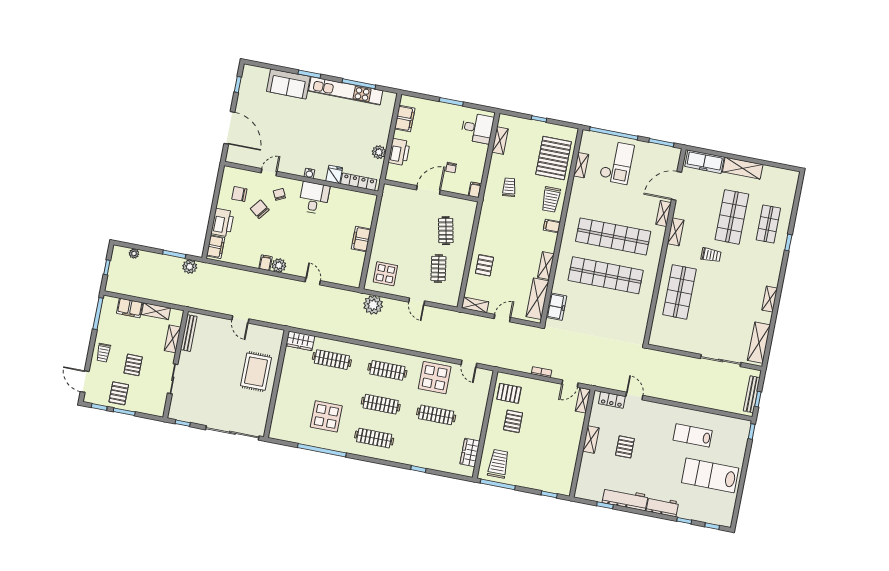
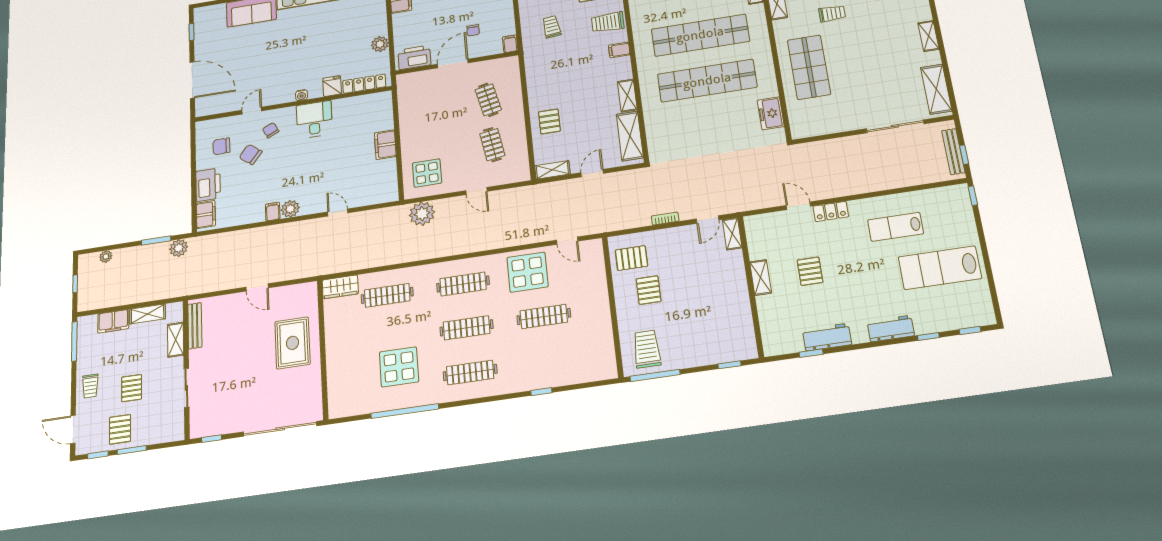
printer: (399, 152) -> (414, 57), moved, turned -90
trolley: (551, 199) -> (608, 22), turned 90
freezer: (556, 307) -> (771, 113), moved, turned 180
locker: (612, 400) -> (831, 211), moved
wardrobe: (470, 453) -> (604, 348), removed
workbench: (625, 499) -> (827, 337), width x0.73

